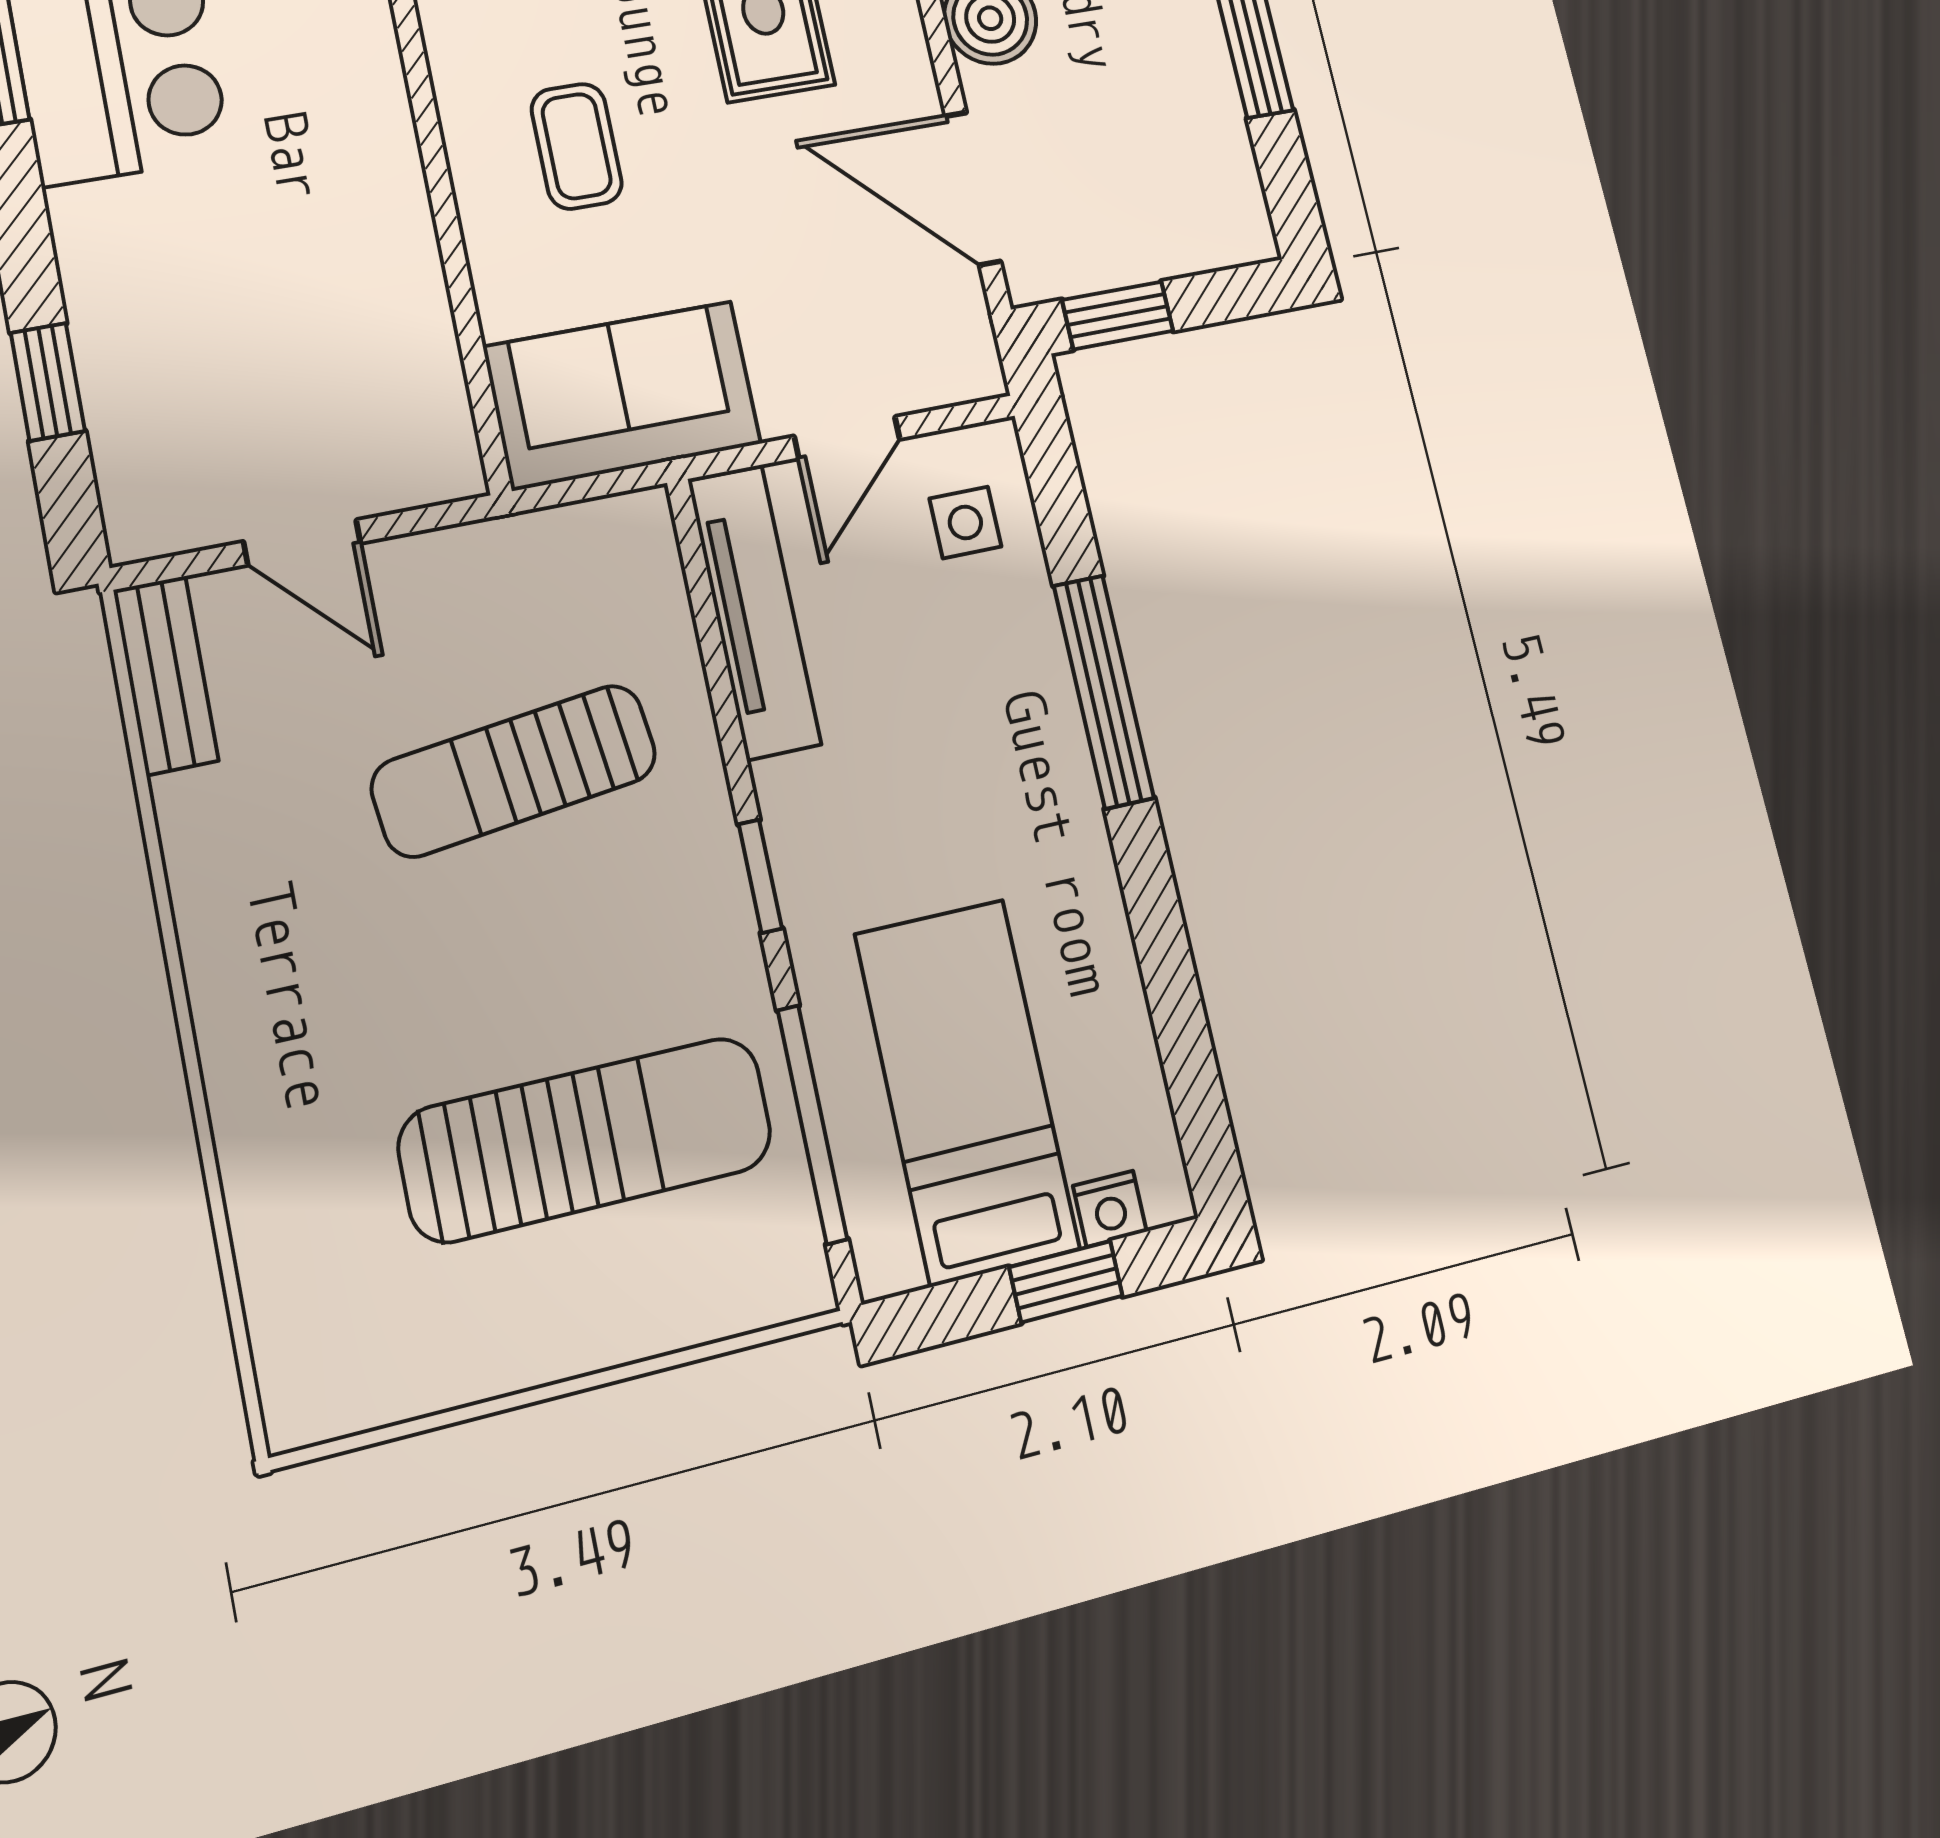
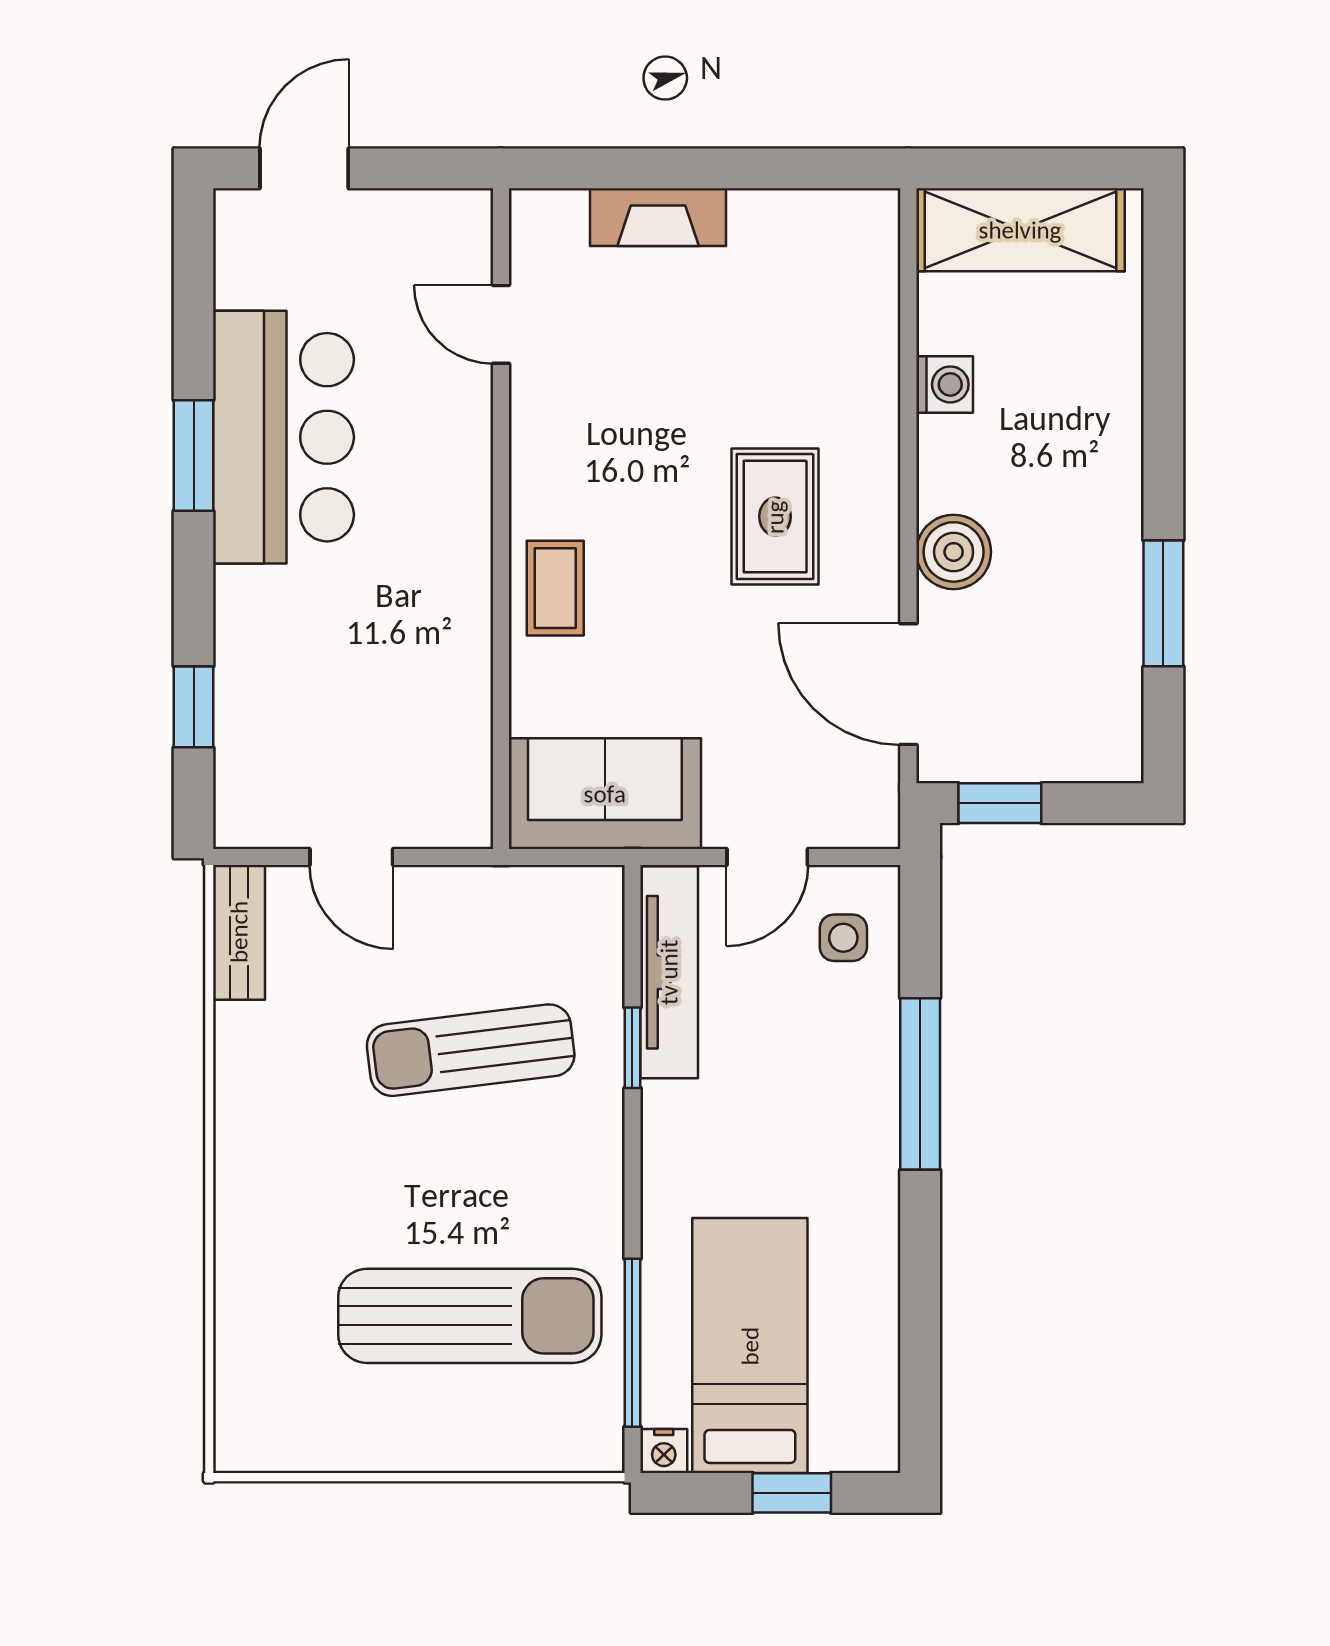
coffee table: (577, 146) -> (555, 588), moved
window: (760, 876) -> (632, 1048), moved
nightstand: (1110, 1209) -> (664, 1451), moved

